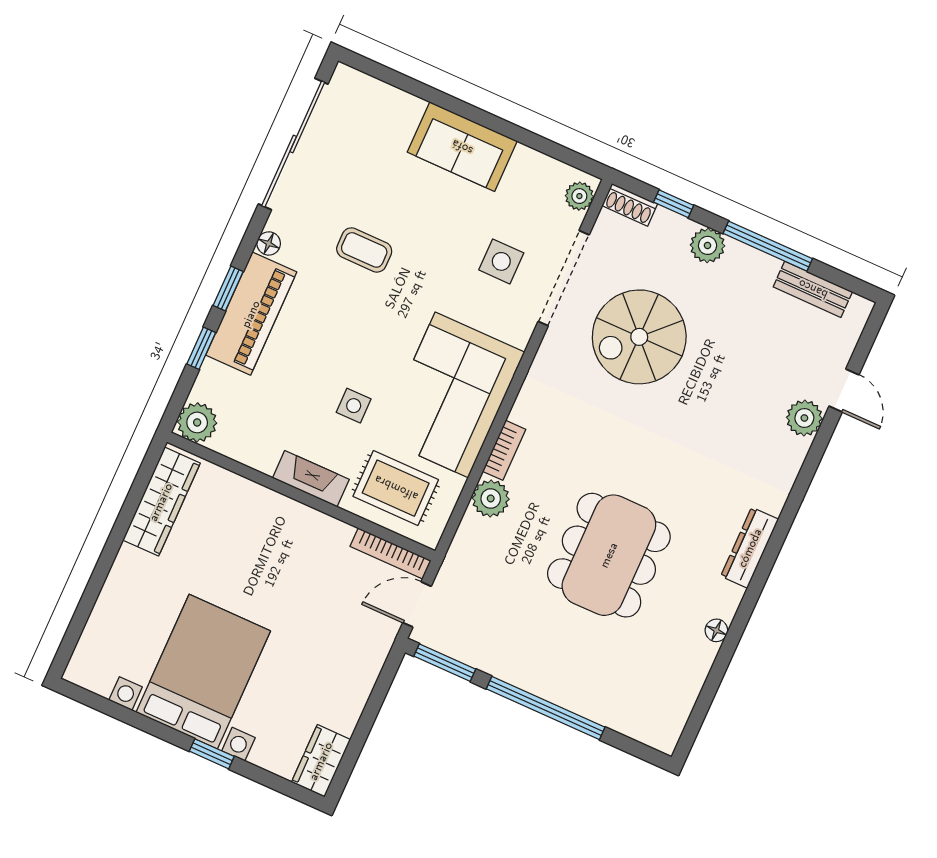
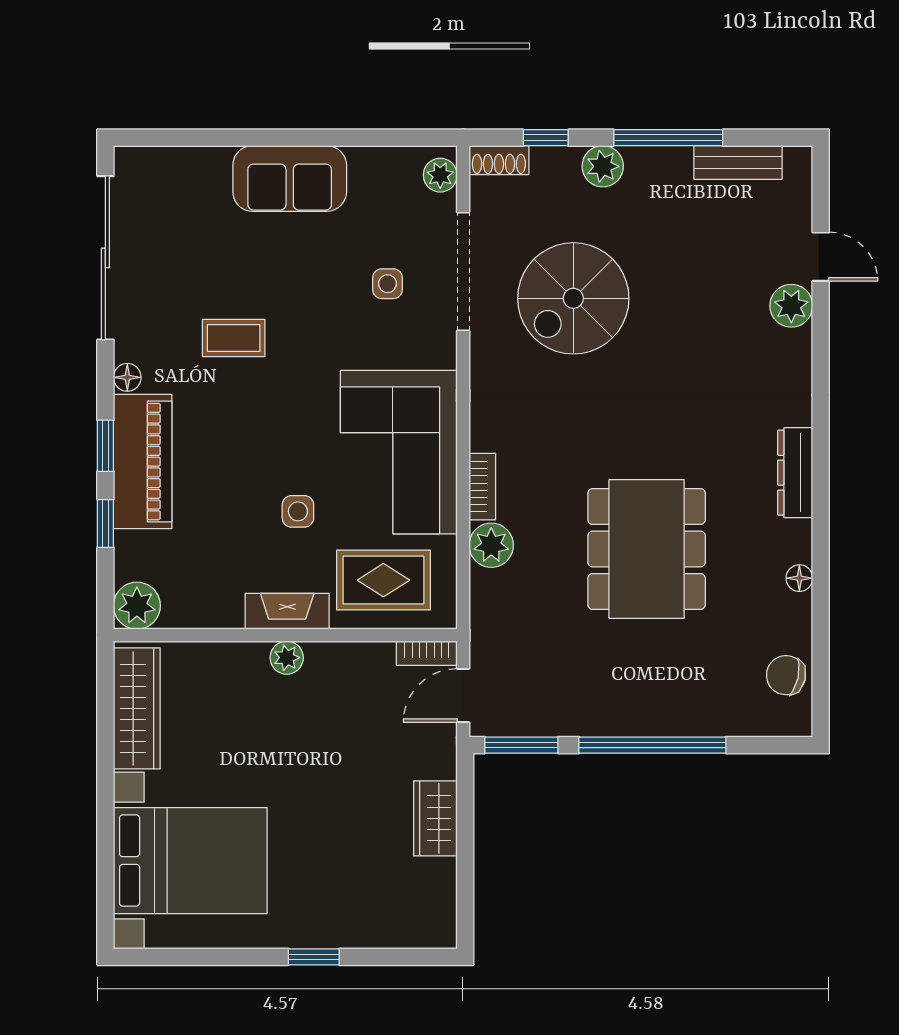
side table: (501, 261) -> (388, 284), width x0.73, depth x0.73
plant: (294, 514) -> (287, 658), added
bookcase: (391, 553) -> (427, 653), width x0.64
bed with nightstands: (203, 672) -> (190, 861), moved, turned 90
chair: (673, 700) -> (786, 675), added
wardrobe: (321, 761) -> (435, 818), moved

